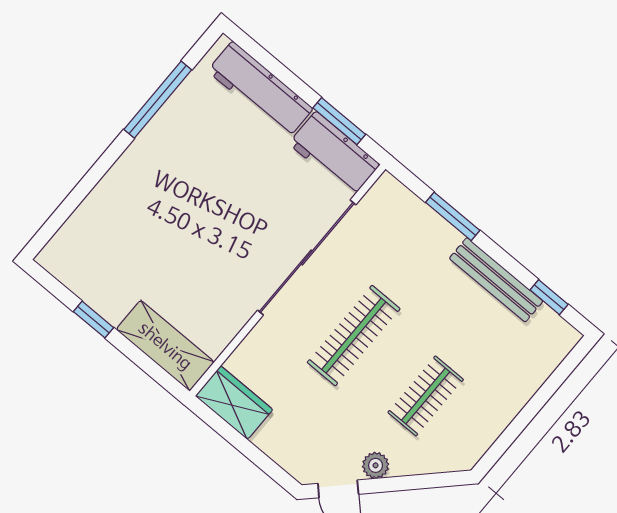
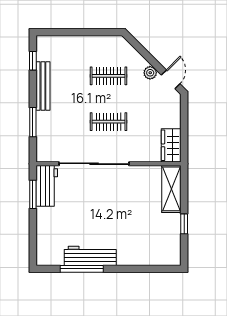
workbench: (260, 90) -> (90, 256), moved, turned -90
clothes rail: (354, 336) -> (109, 122), width x0.73

